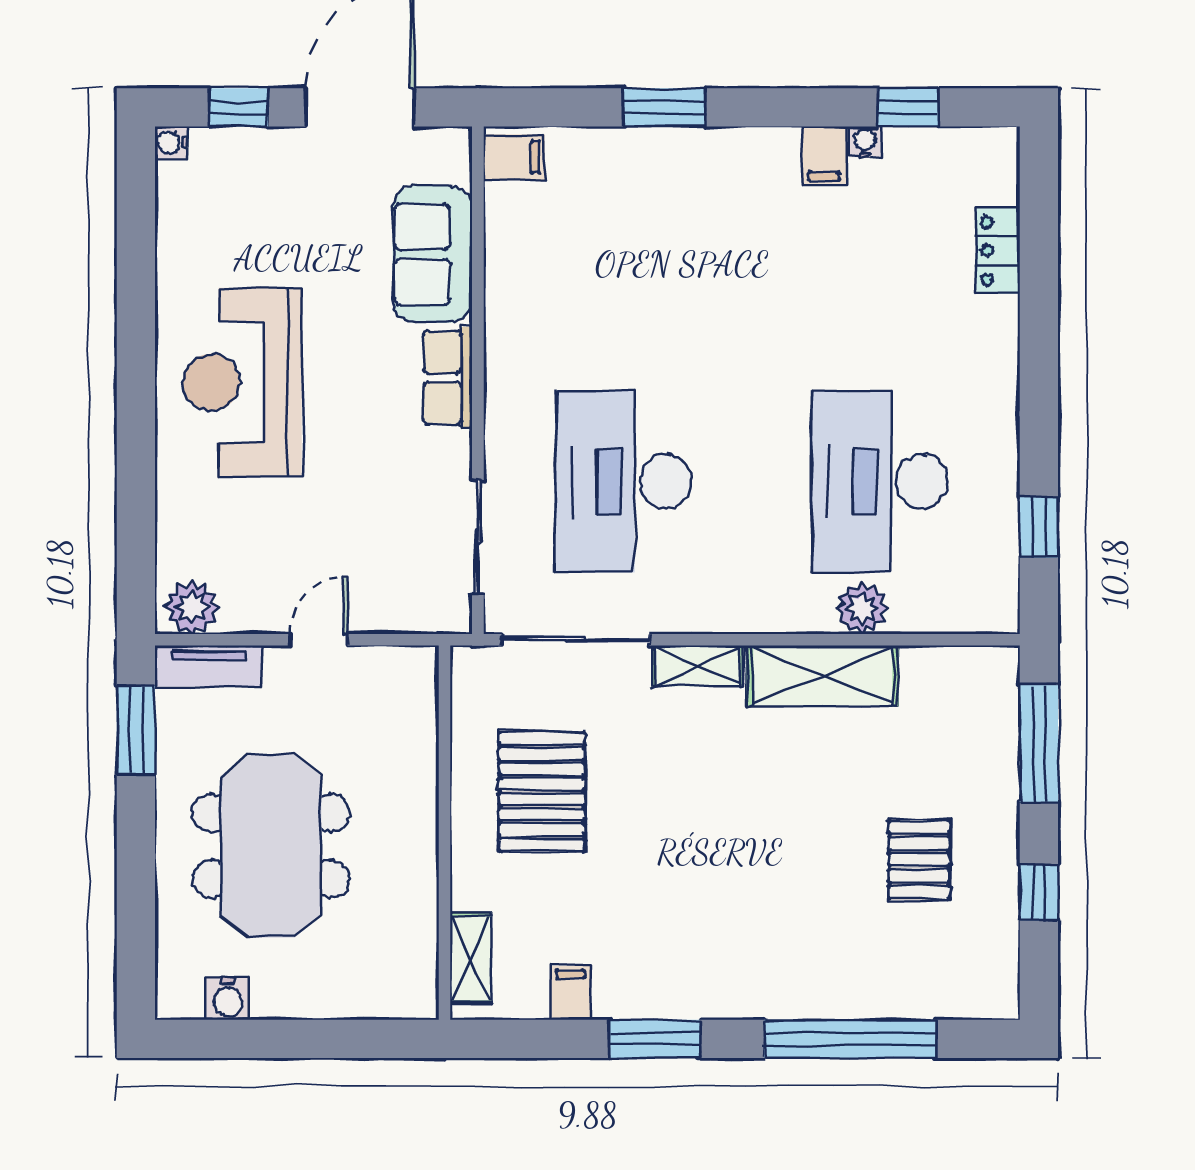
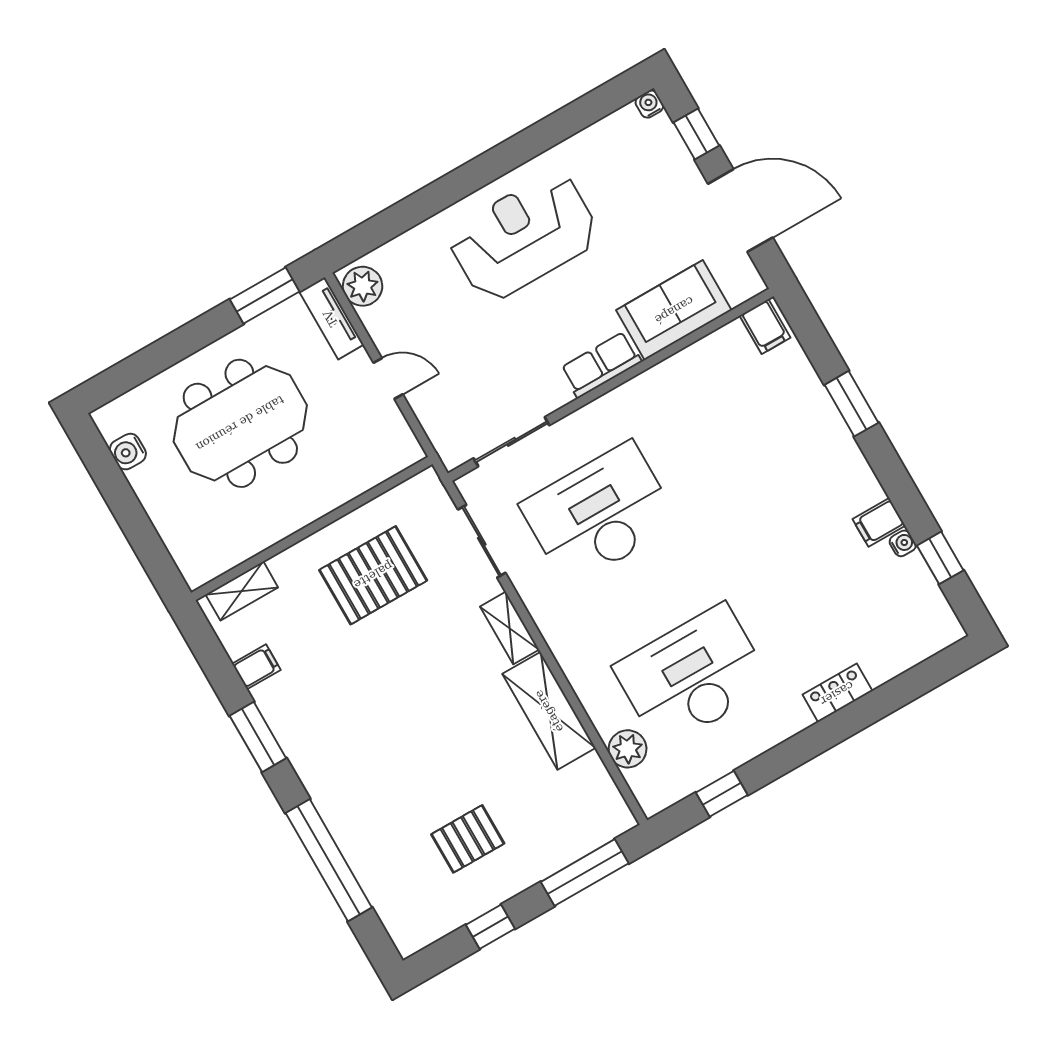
locker: (998, 251) -> (837, 693), moved
plant: (862, 608) -> (628, 749), moved
sliding door: (575, 640) -> (482, 541), width x0.73

